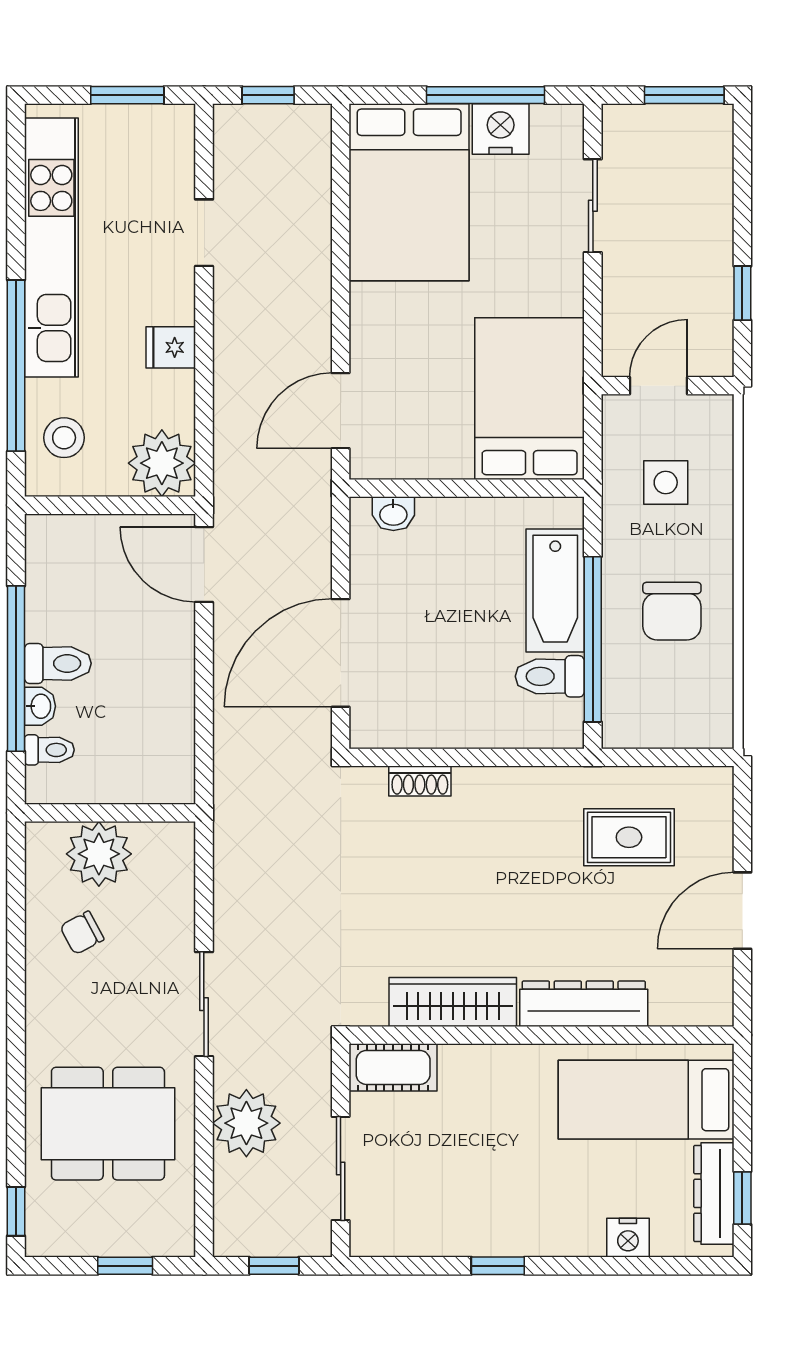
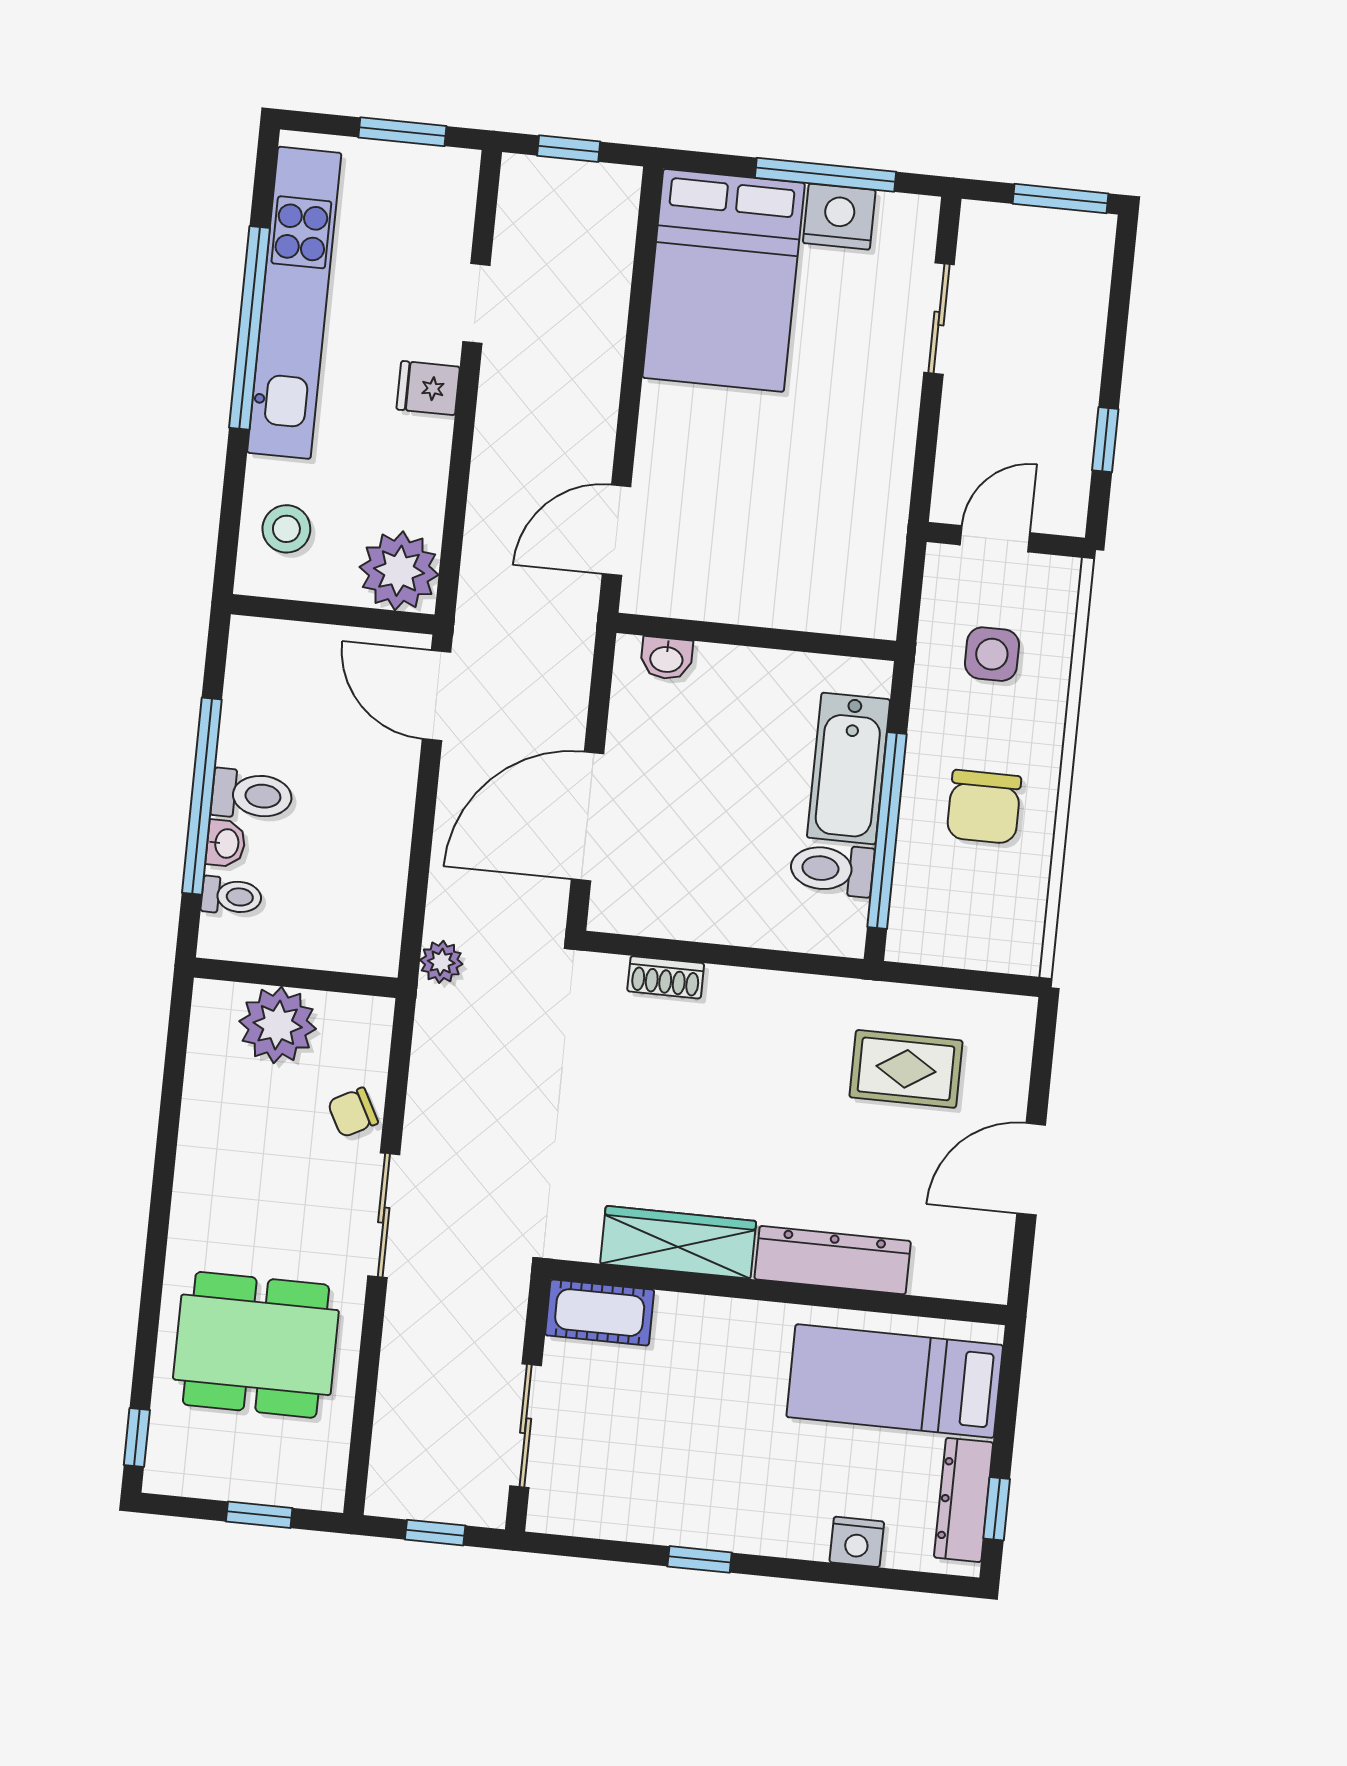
fridge: (171, 347) -> (428, 388), moved
window: (16, 366) -> (250, 328), moved
bed: (530, 399) -> (841, 539), removed
chair: (82, 933) -> (353, 1112), moved
plant: (246, 1123) -> (441, 962), moved, width x0.53, depth x0.53

